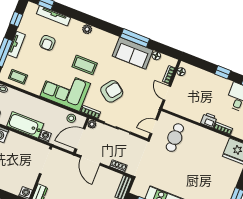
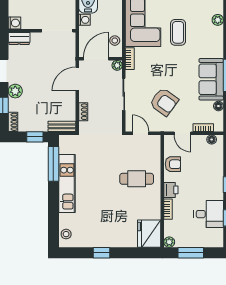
armchair: (112, 91) -> (164, 102), moved
door: (167, 93) -> (182, 133), swing flipped
armchair: (189, 110) -> (173, 164), added
cafe table: (175, 138) -> (137, 179), moved
door: (80, 139) -> (96, 59), hinge flipped

